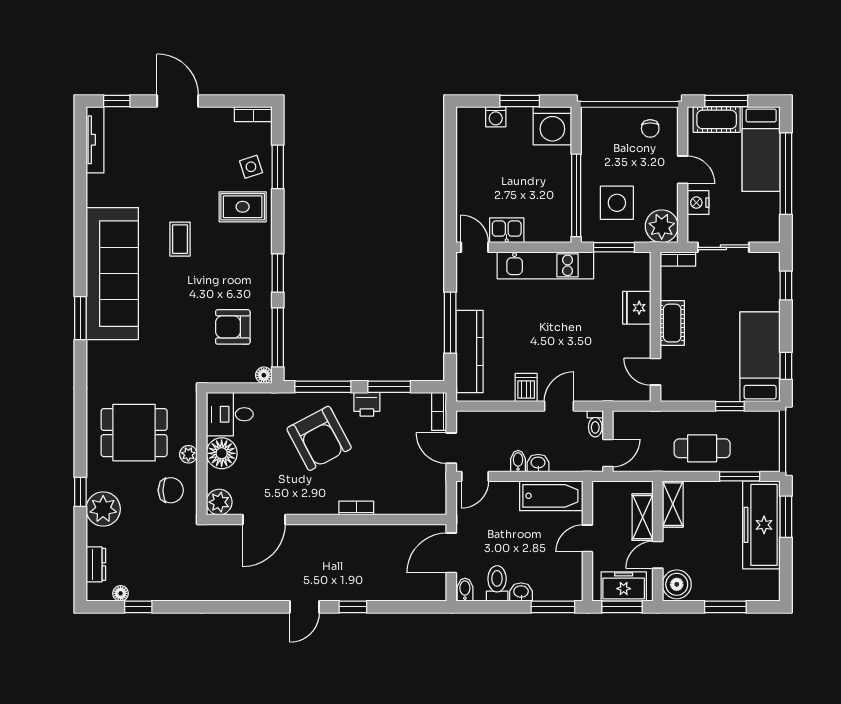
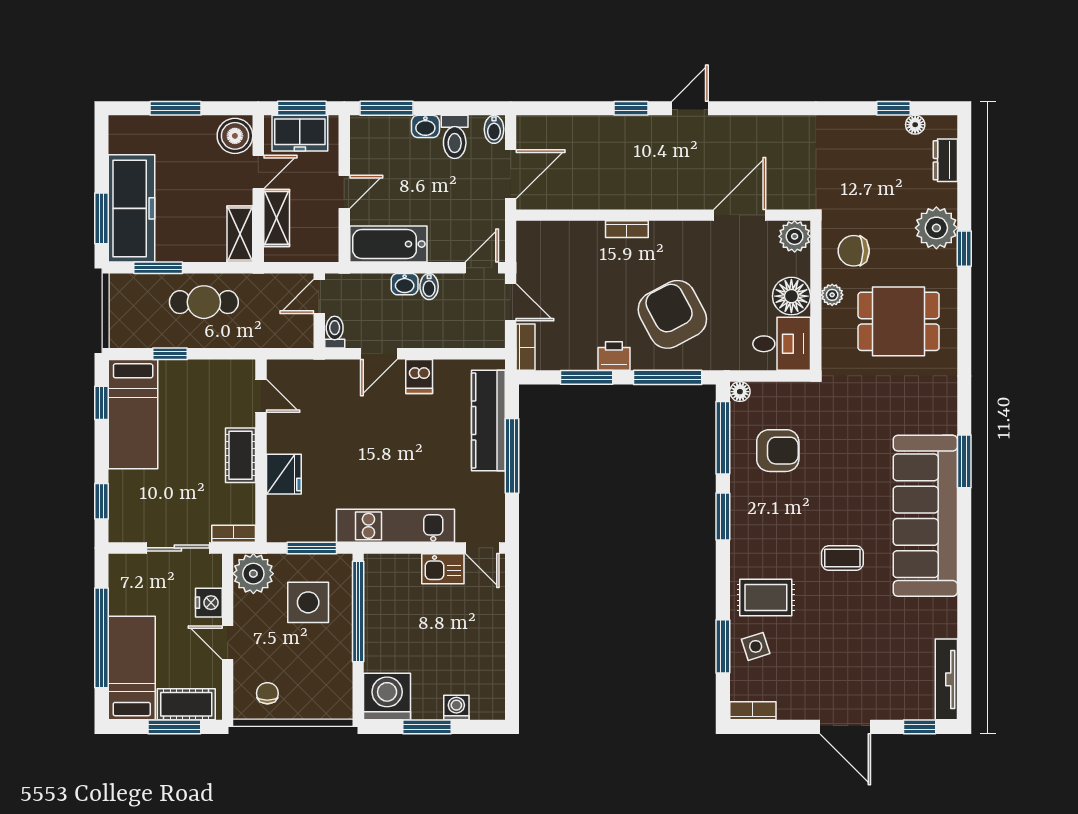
coffee table: (180, 239) -> (842, 558), turned 90

